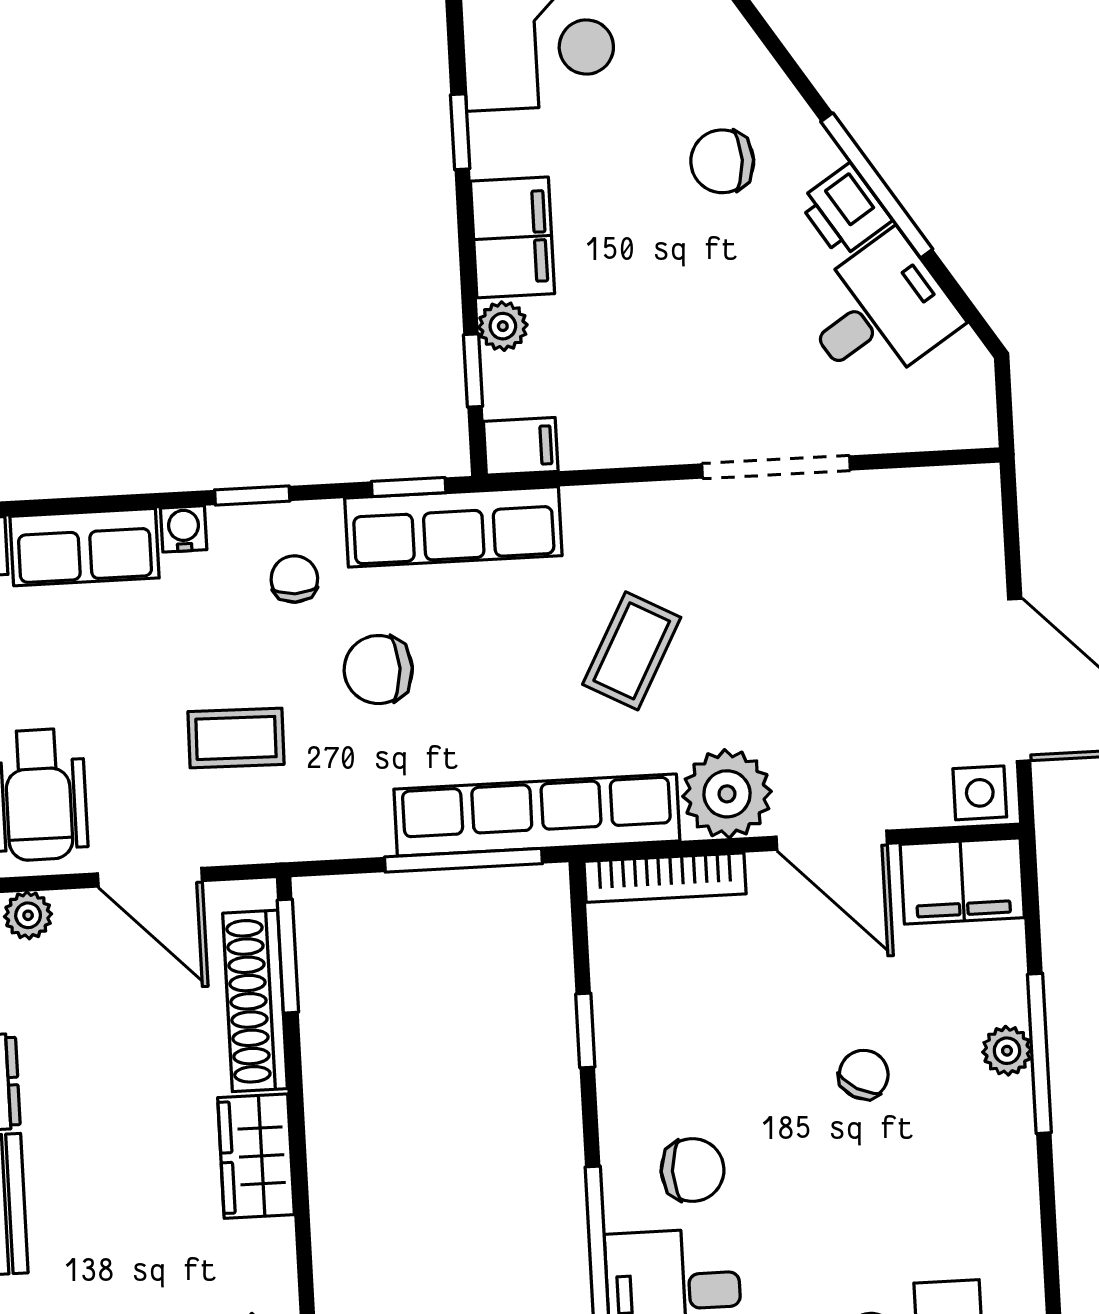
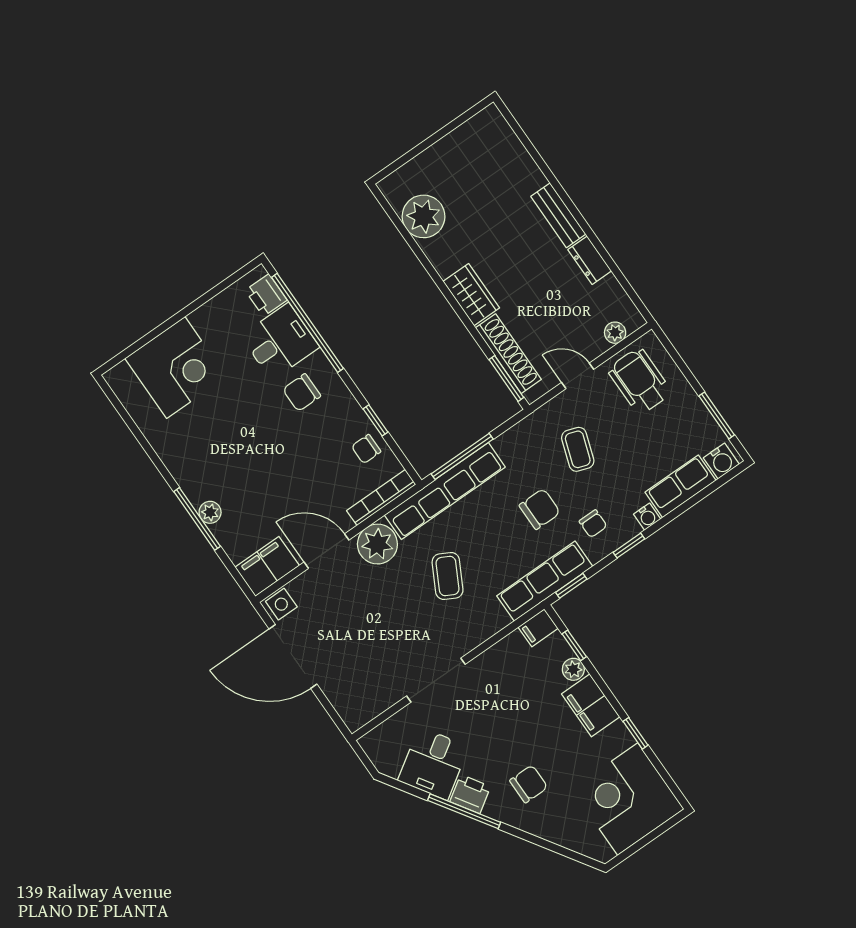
coffee table: (236, 738) -> (578, 449), turned -72
door: (150, 877) -> (578, 376), width x0.73
chair: (864, 1075) -> (366, 449), moved, turned 61

